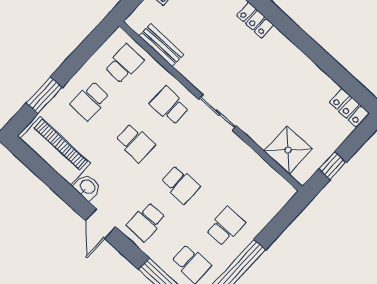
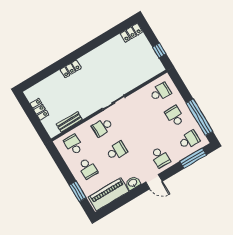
shower: (288, 150) -> (144, 71), removed
school desk: (180, 184) -> (160, 92), moved

